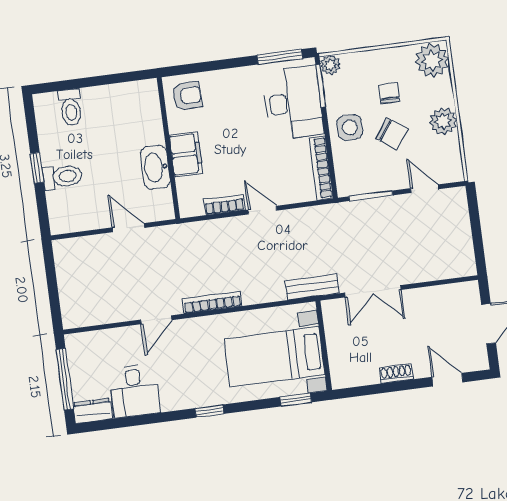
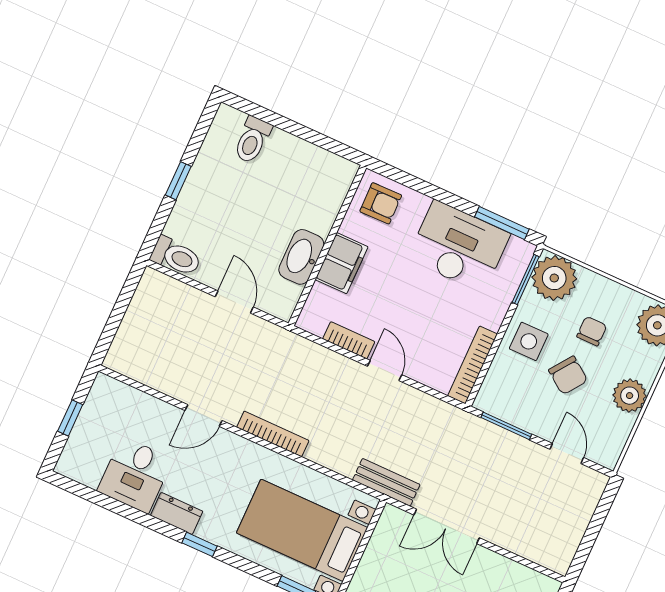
plant: (330, 65) -> (554, 278), width x1.87, depth x1.87
desk: (293, 103) -> (459, 246), moved, turned -90
toilet: (62, 177) -> (176, 256), moved
window: (65, 379) -> (70, 418), width x0.46
dresser: (93, 411) -> (177, 513), moved

